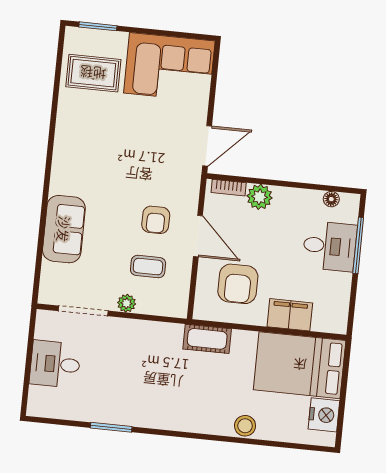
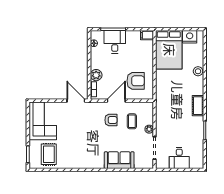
filing cabinet: (290, 315) -> (147, 35), moved, width x0.50
cot: (207, 339) -> (198, 106), moved

